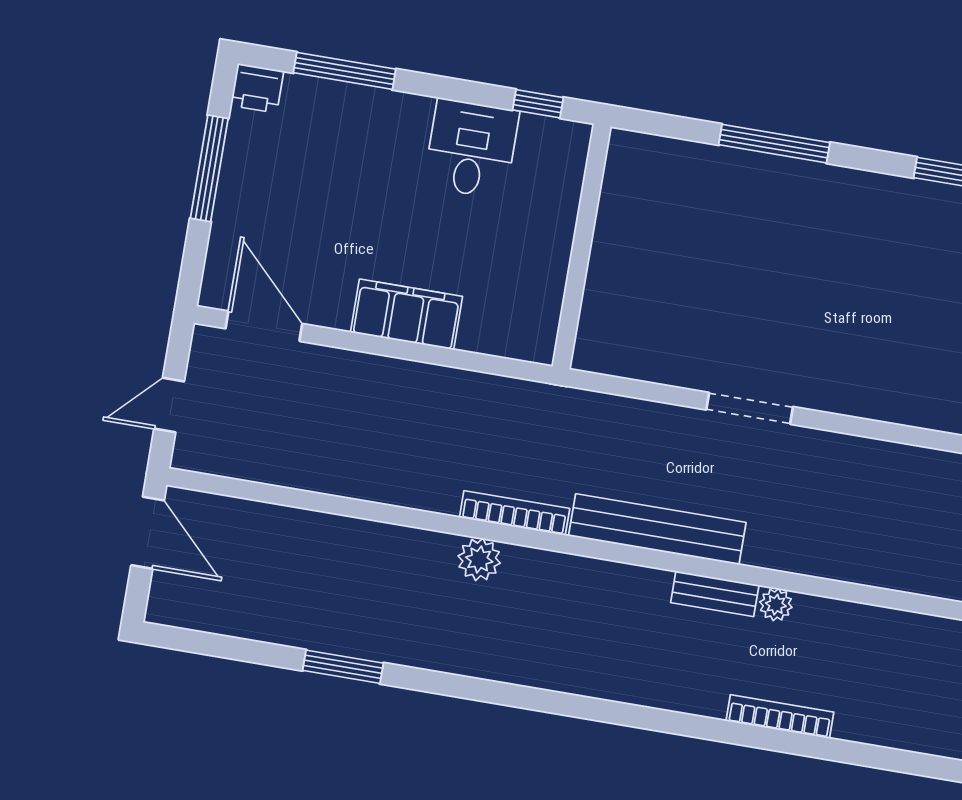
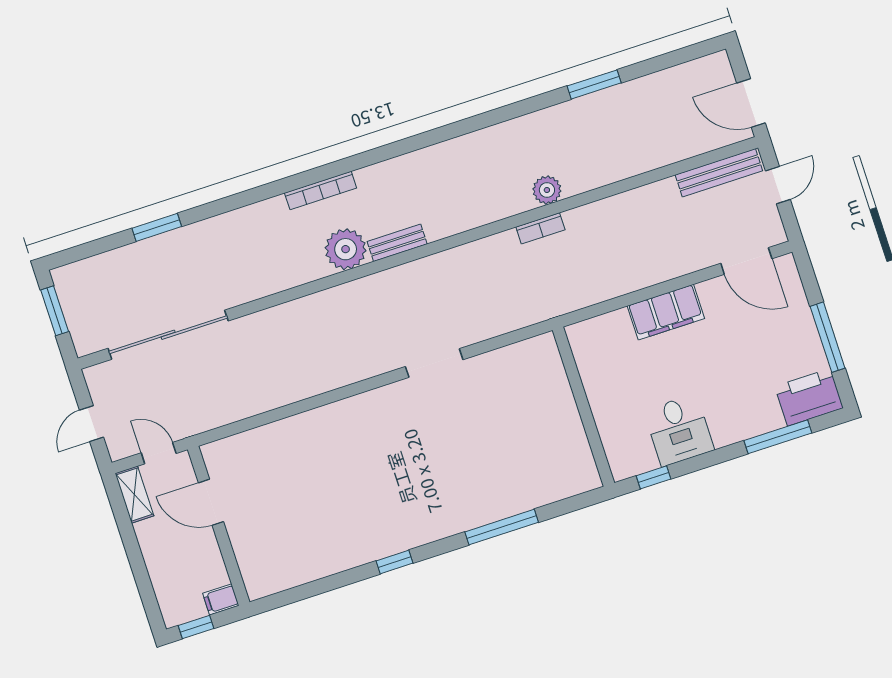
printer: (257, 88) -> (809, 397), width x1.87, depth x1.48
bookcase: (515, 513) -> (540, 228), width x0.64
bench: (657, 529) -> (719, 173), moved, width x0.73, depth x0.82
plant: (776, 605) -> (346, 249), width x1.87, depth x1.87

